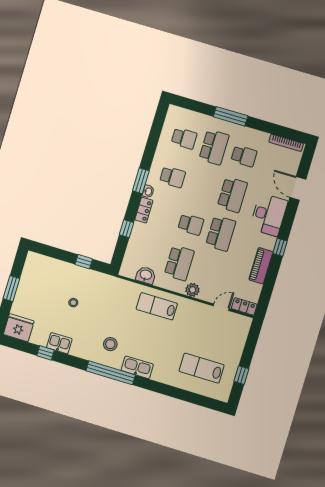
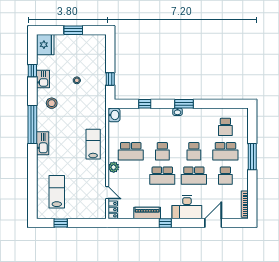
school desk: (173, 177) -> (194, 151), moved
locker: (144, 210) -> (162, 113), removed
washbasin: (146, 275) -> (114, 115), moved
stool: (110, 344) -> (52, 103), moved

